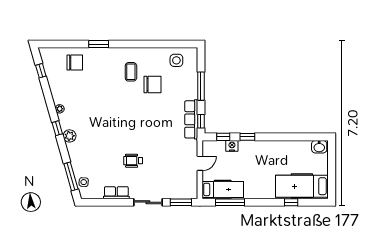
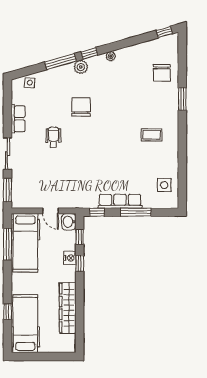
window: (41, 71) -> (164, 32), moved
chair: (153, 85) -> (81, 107), moved, turned 180
row of seats: (191, 119) -> (120, 201), moved
nightstand: (232, 146) -> (70, 258), moved
washbasin: (319, 147) -> (69, 222), moved
wardrobe: (288, 148) -> (68, 308), added
window: (71, 176) -> (61, 62), moved
hospital bed: (223, 189) -> (25, 243), width x1.37, depth x1.29

